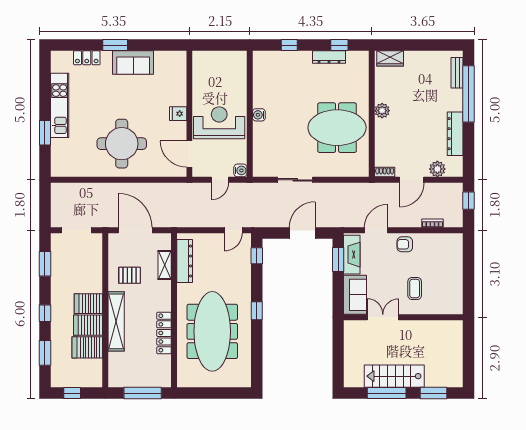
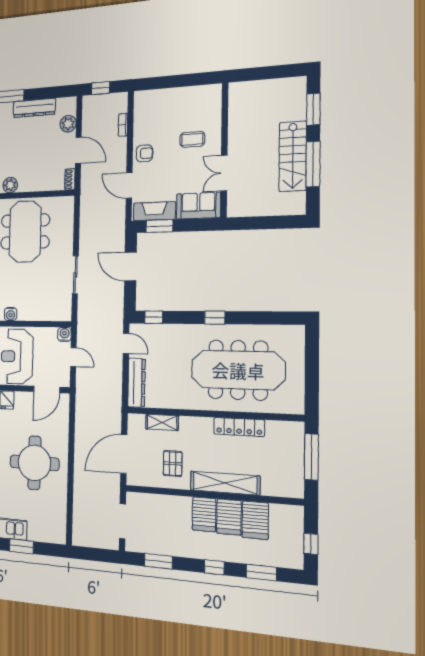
armchair: (405, 244) -> (144, 153), turned -90
dresser: (185, 261) -> (136, 383), moved, turned 90

